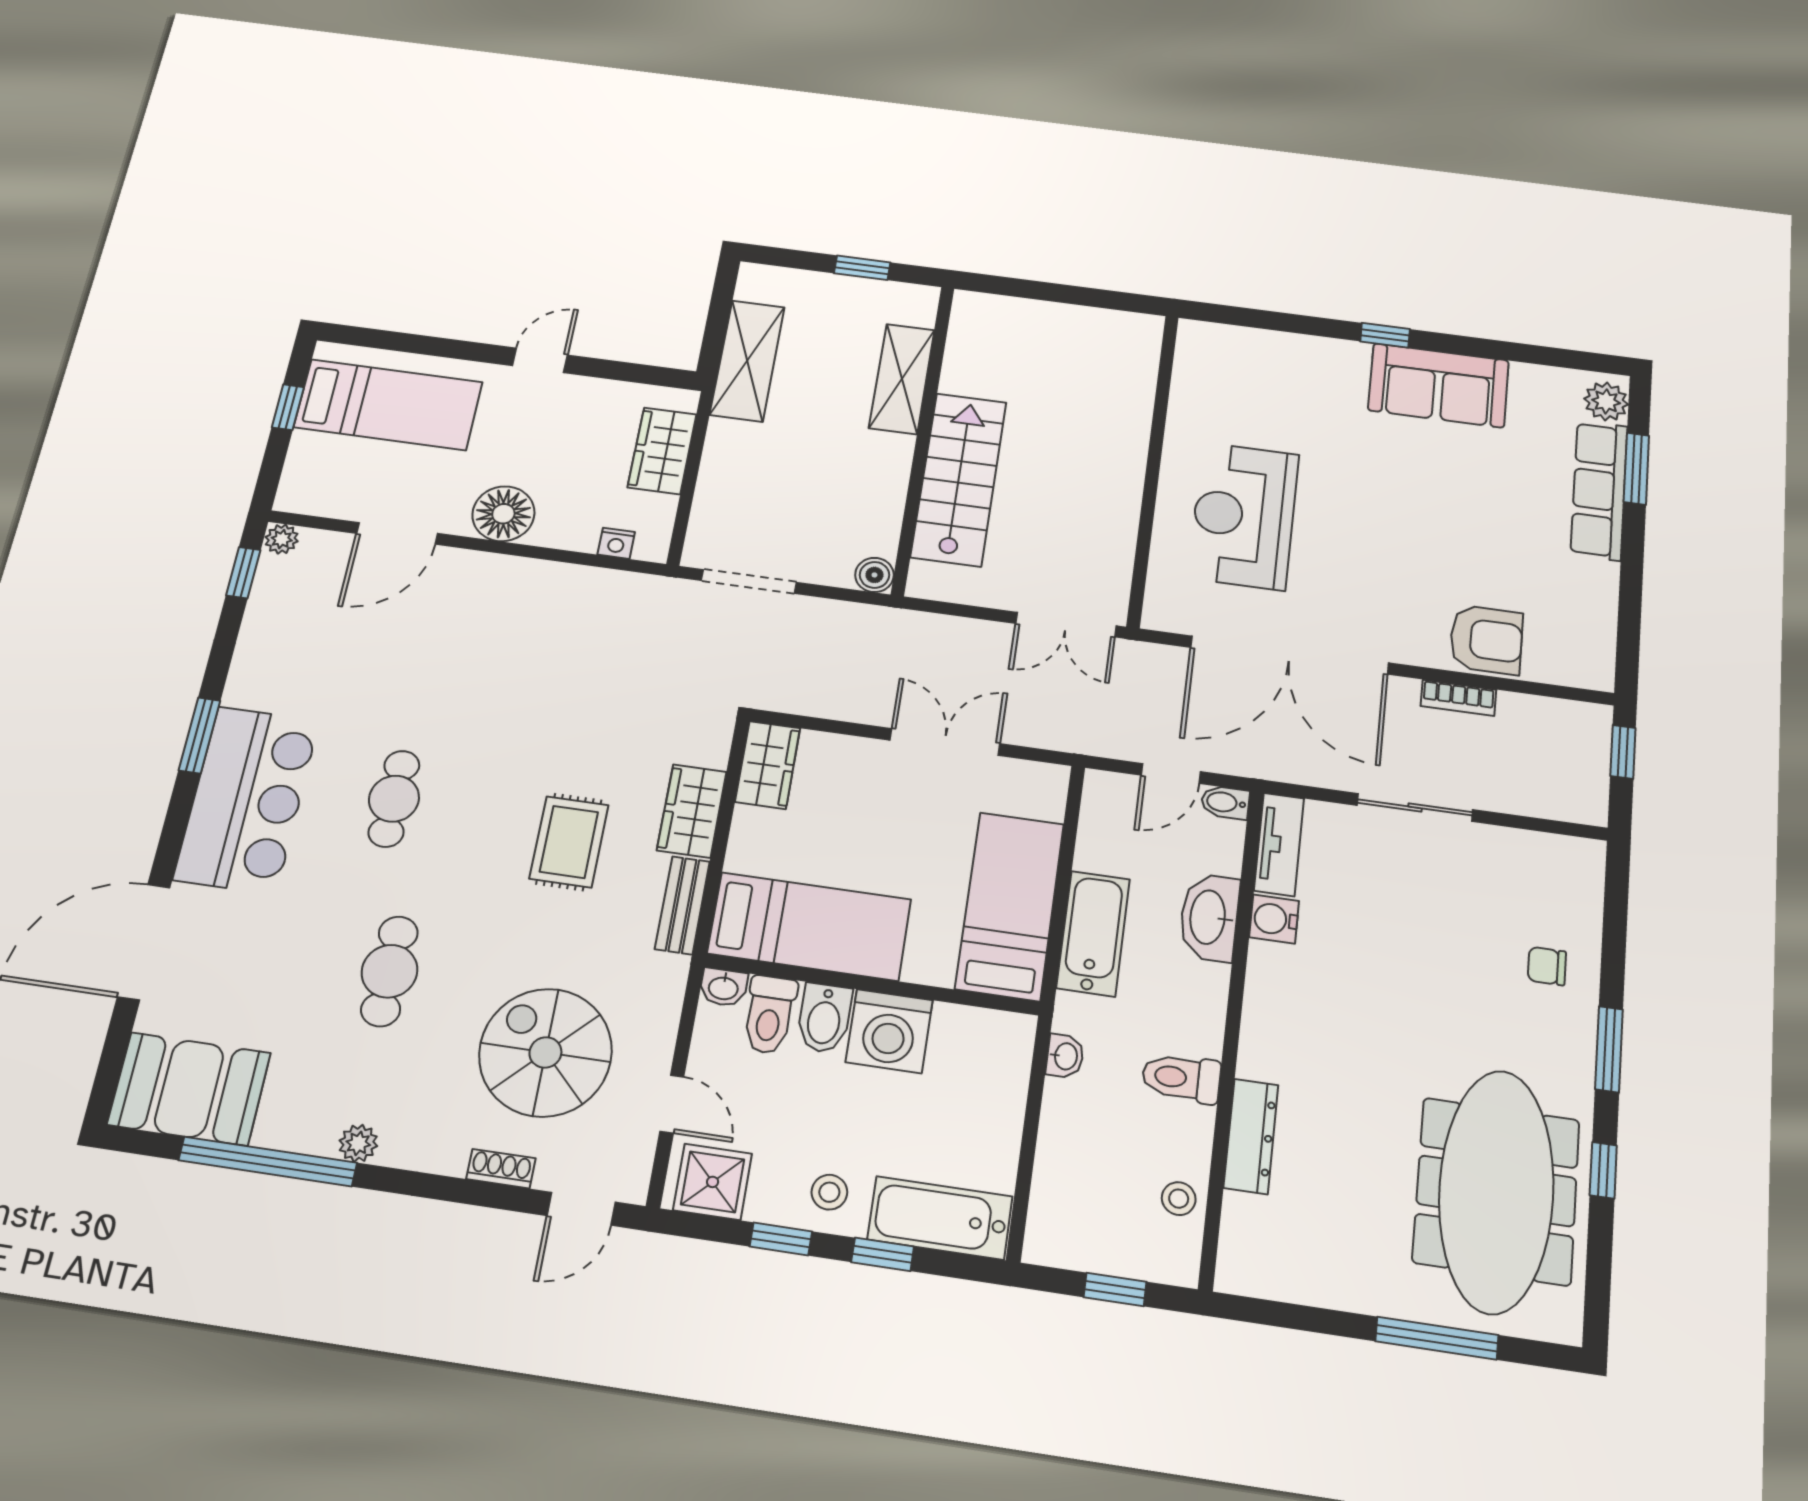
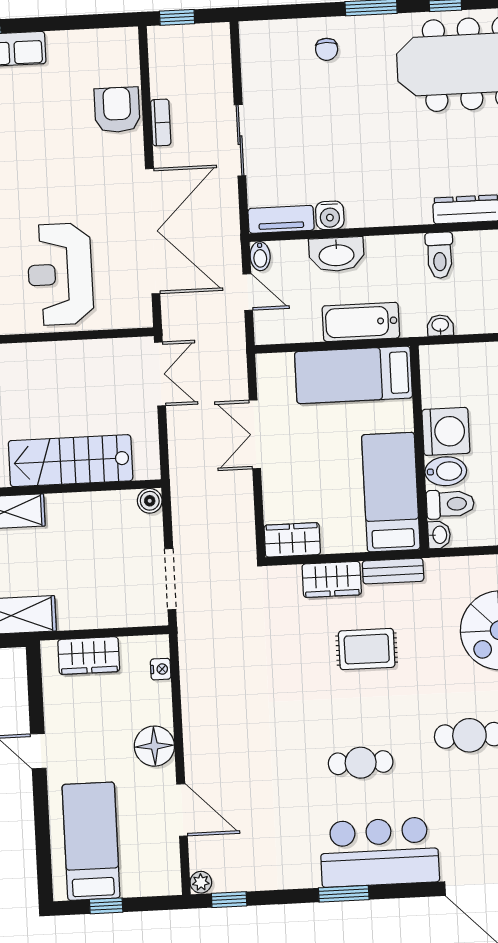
reception desk: (1244, 516) -> (60, 274), turned 90

